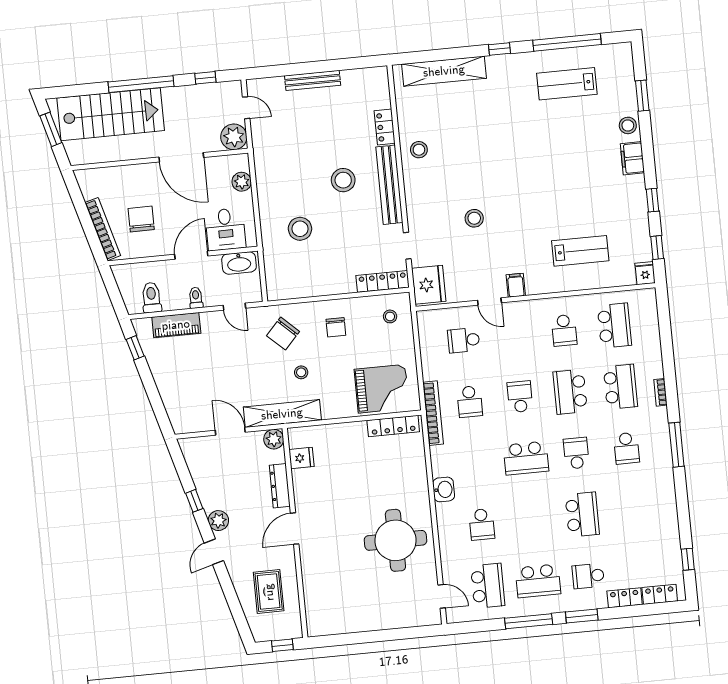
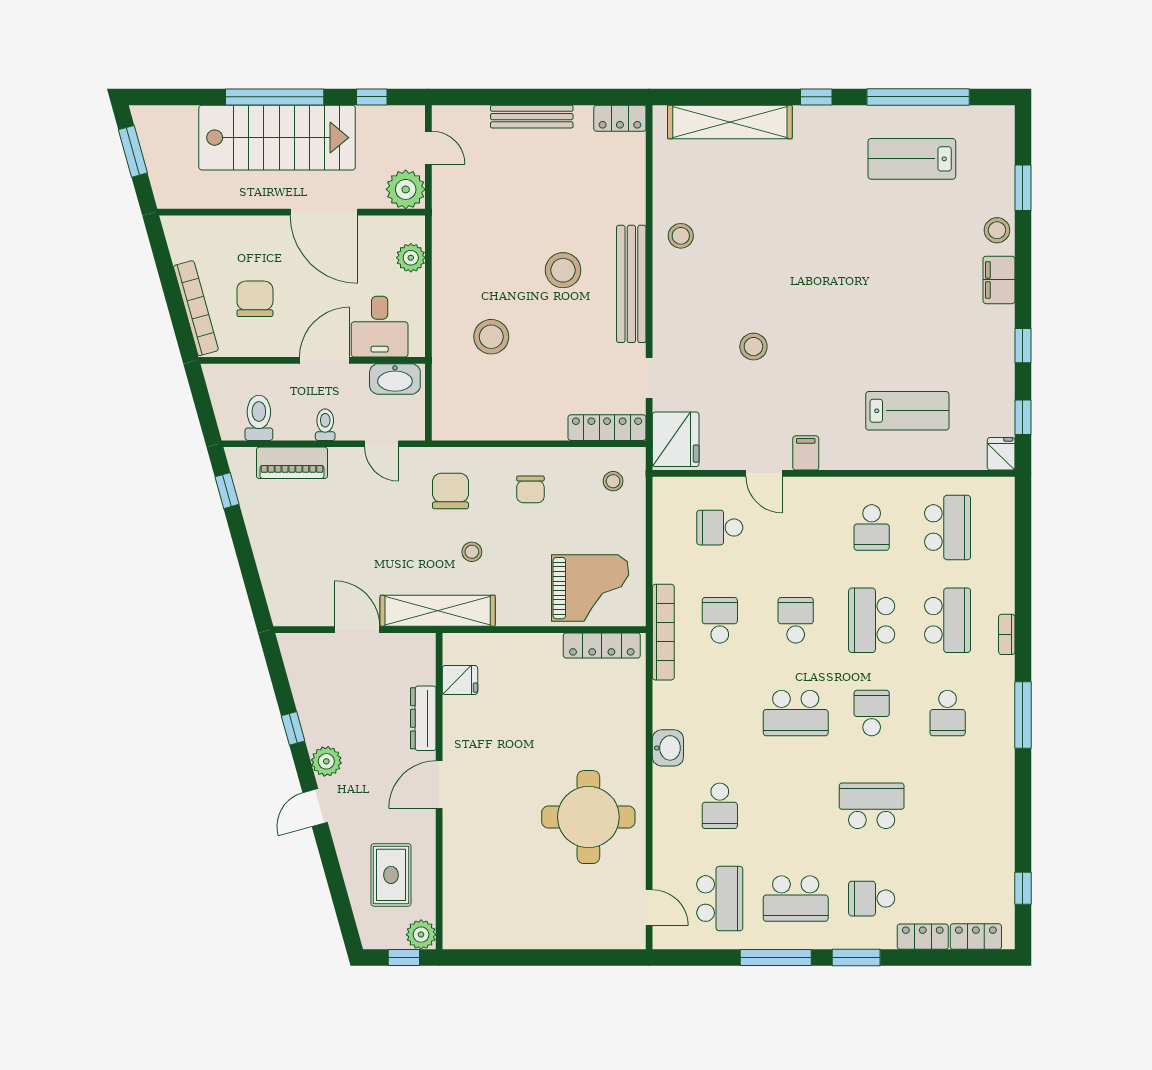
stairs: (111, 114) -> (277, 138), moved
locker: (385, 127) -> (620, 118), moved, turned -90
chair: (283, 334) -> (450, 491), turned 137
school desk: (470, 402) -> (720, 620), turned 180
plant: (274, 439) -> (421, 935), moved
school desk: (582, 515) -> (872, 806), turned -90

